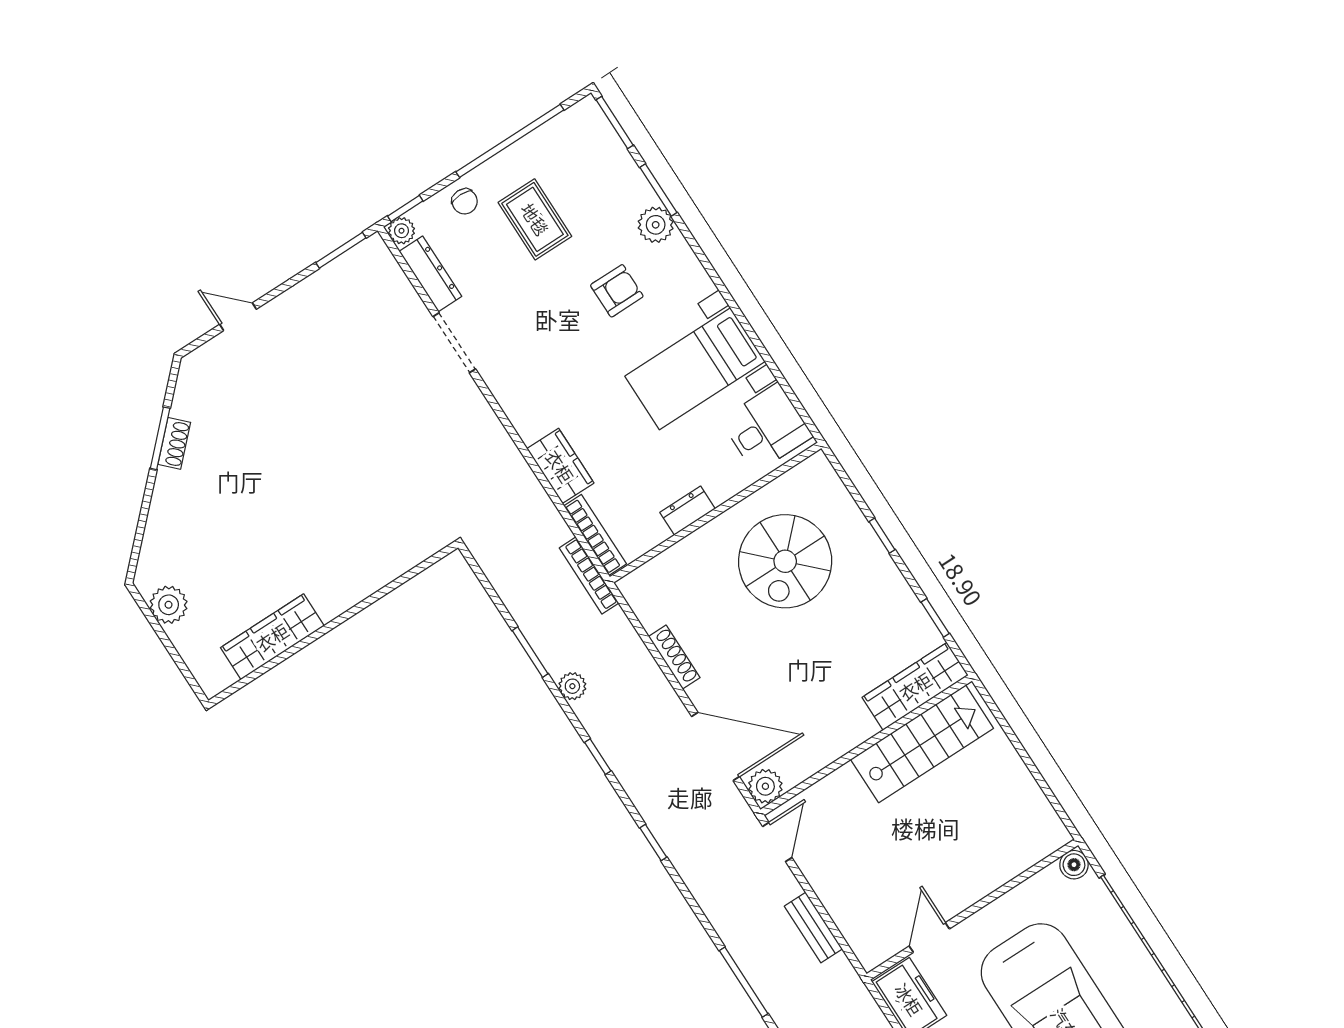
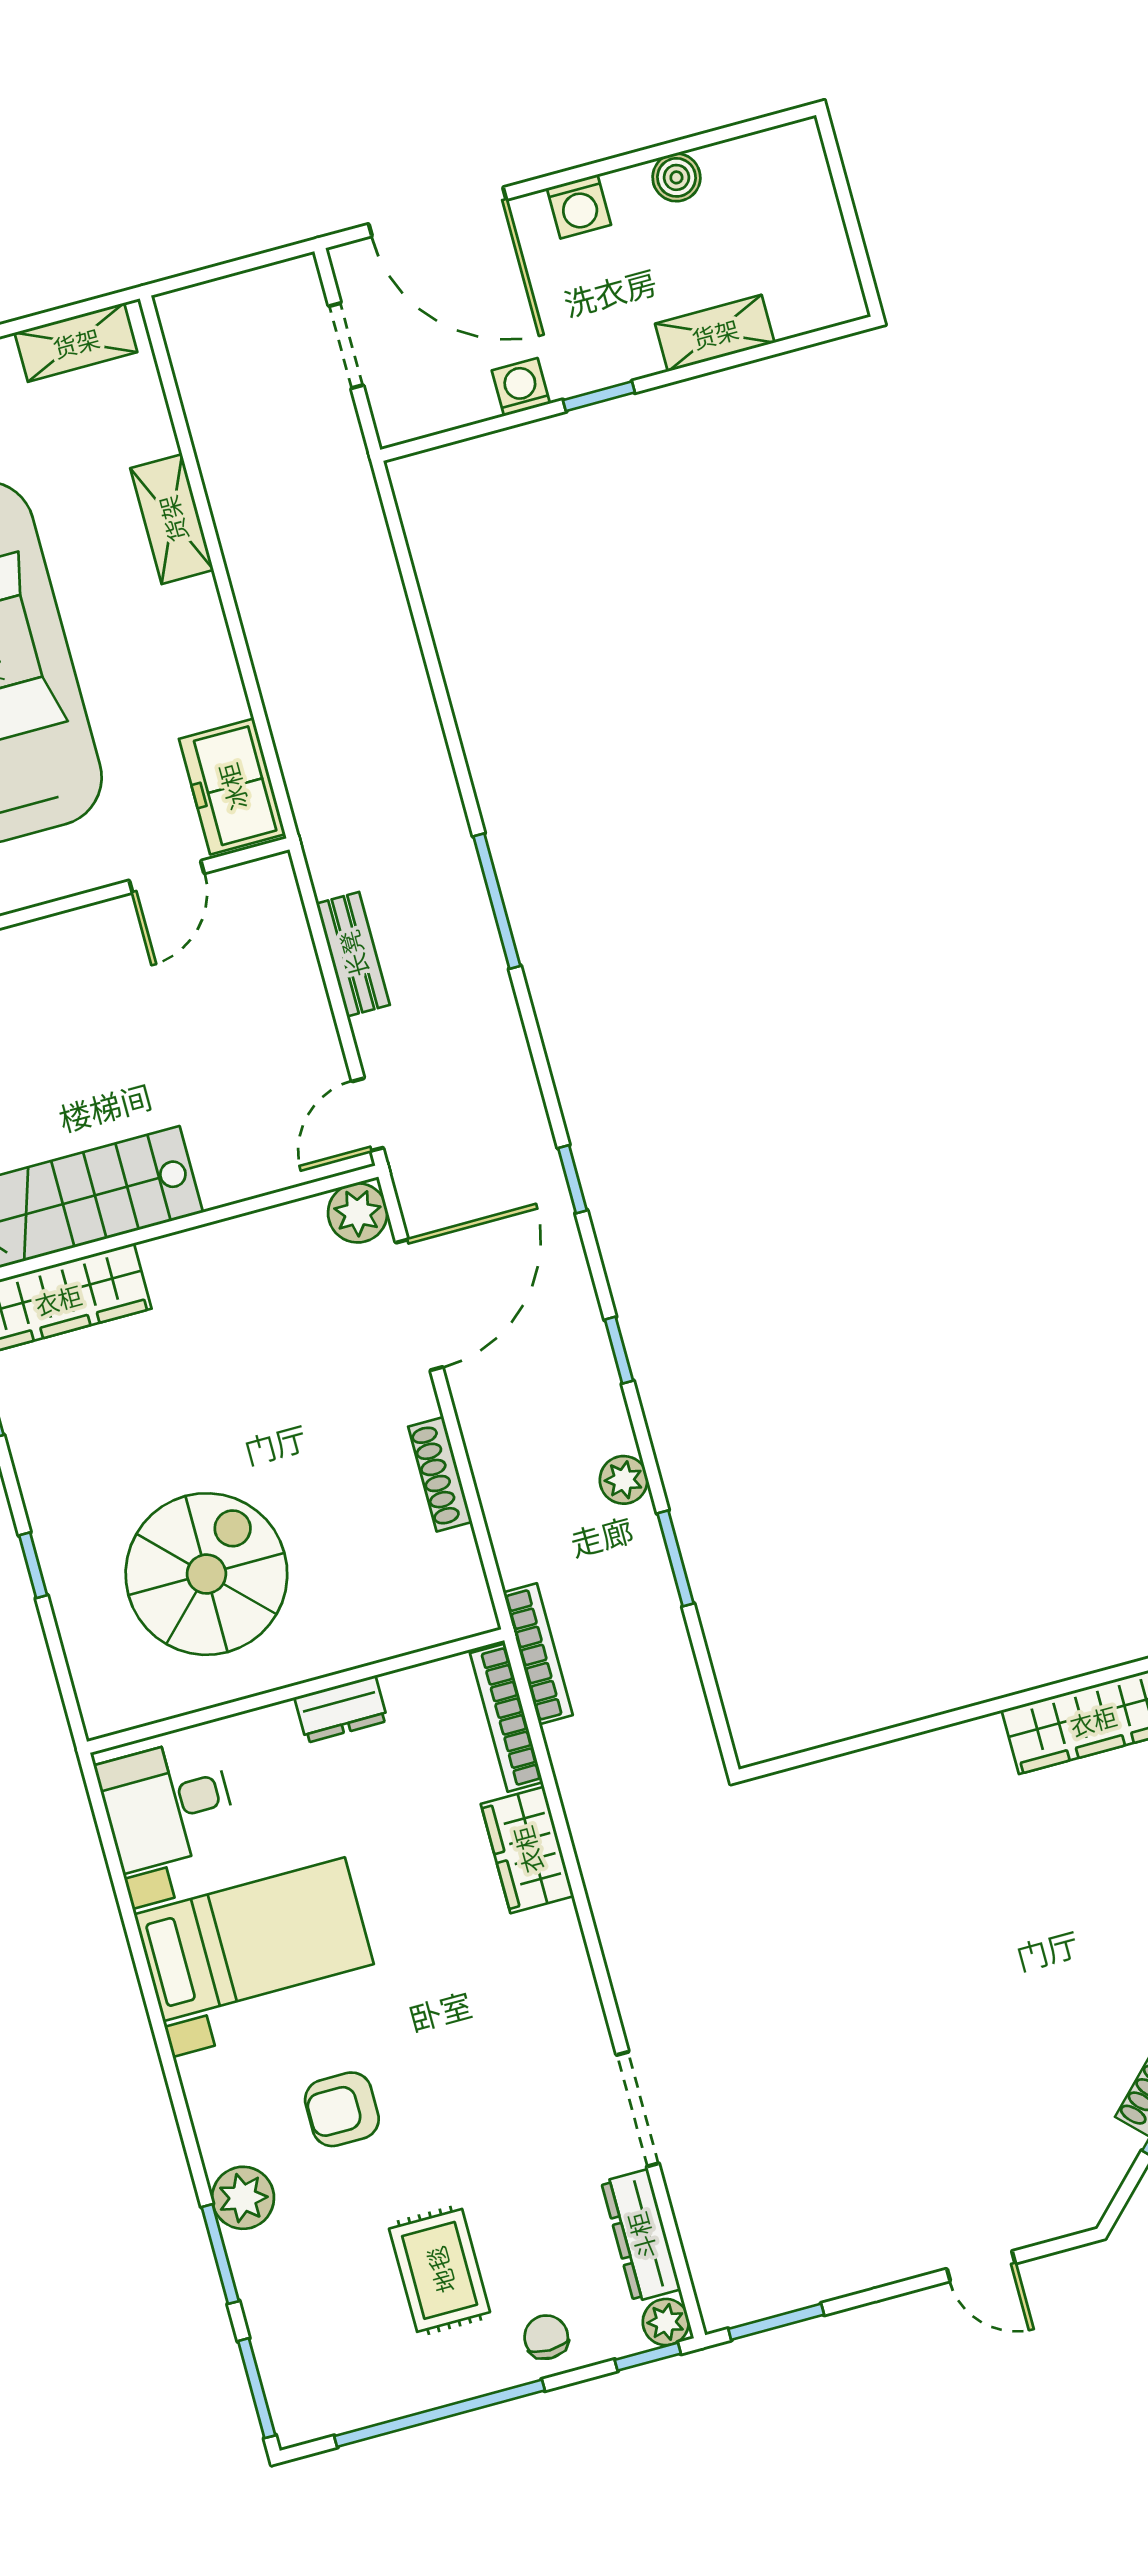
door: (715, 747) -> (419, 1305), swing flipped

